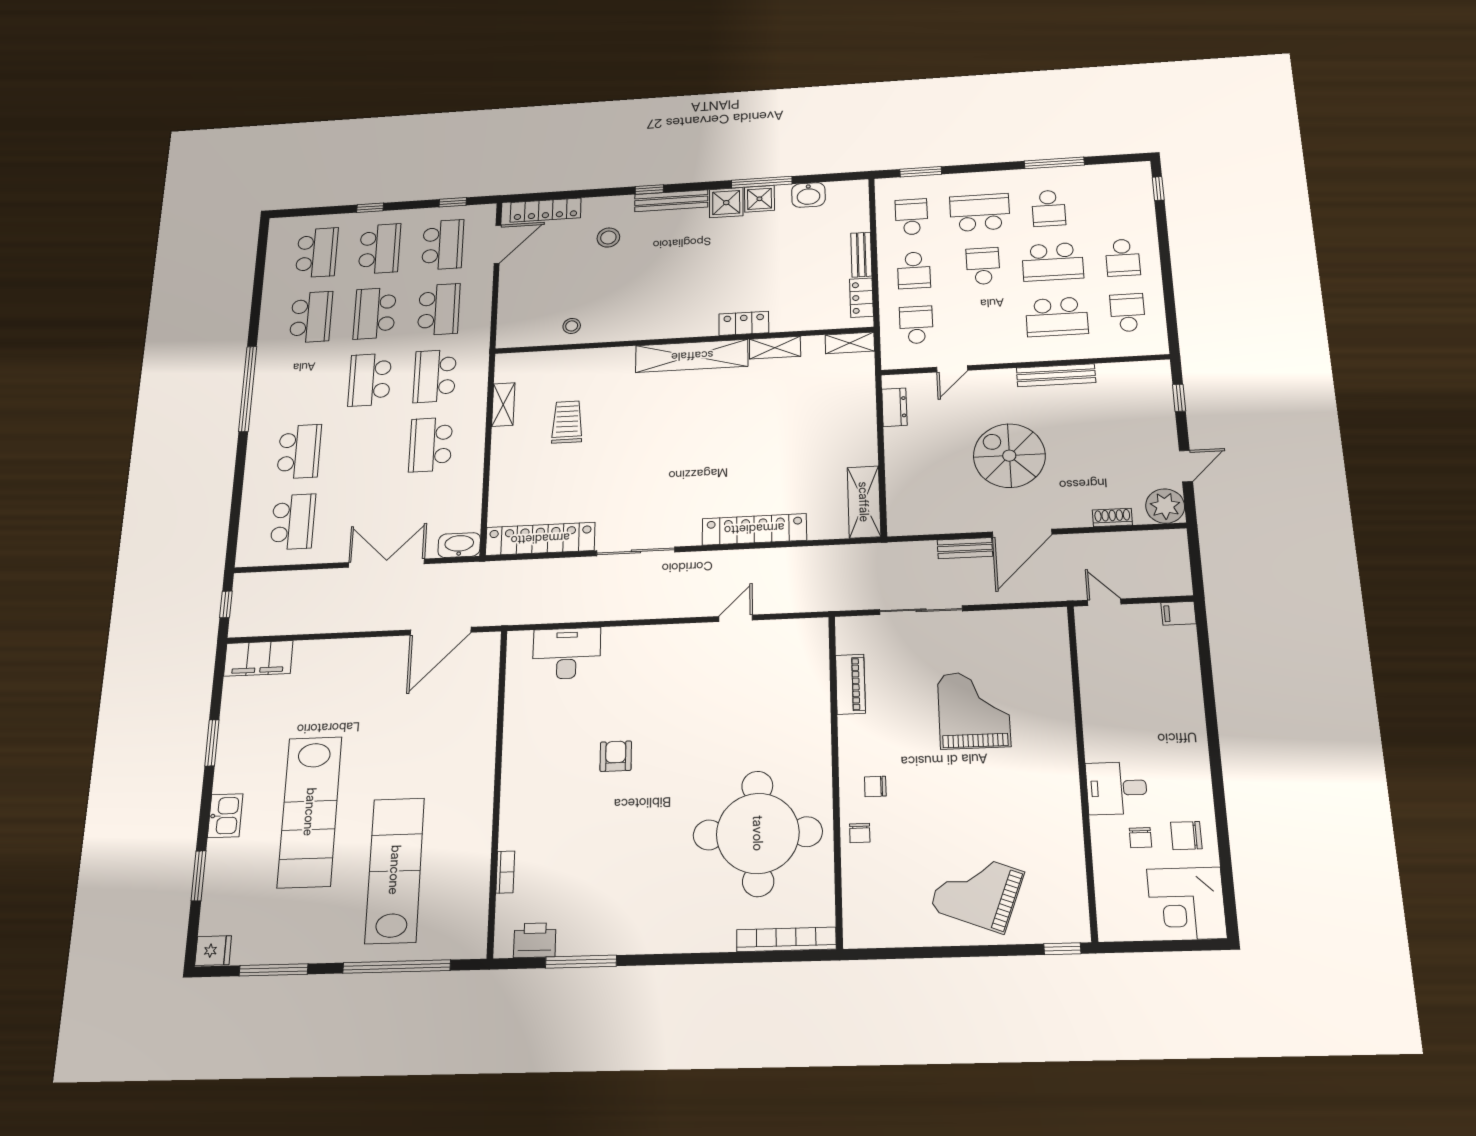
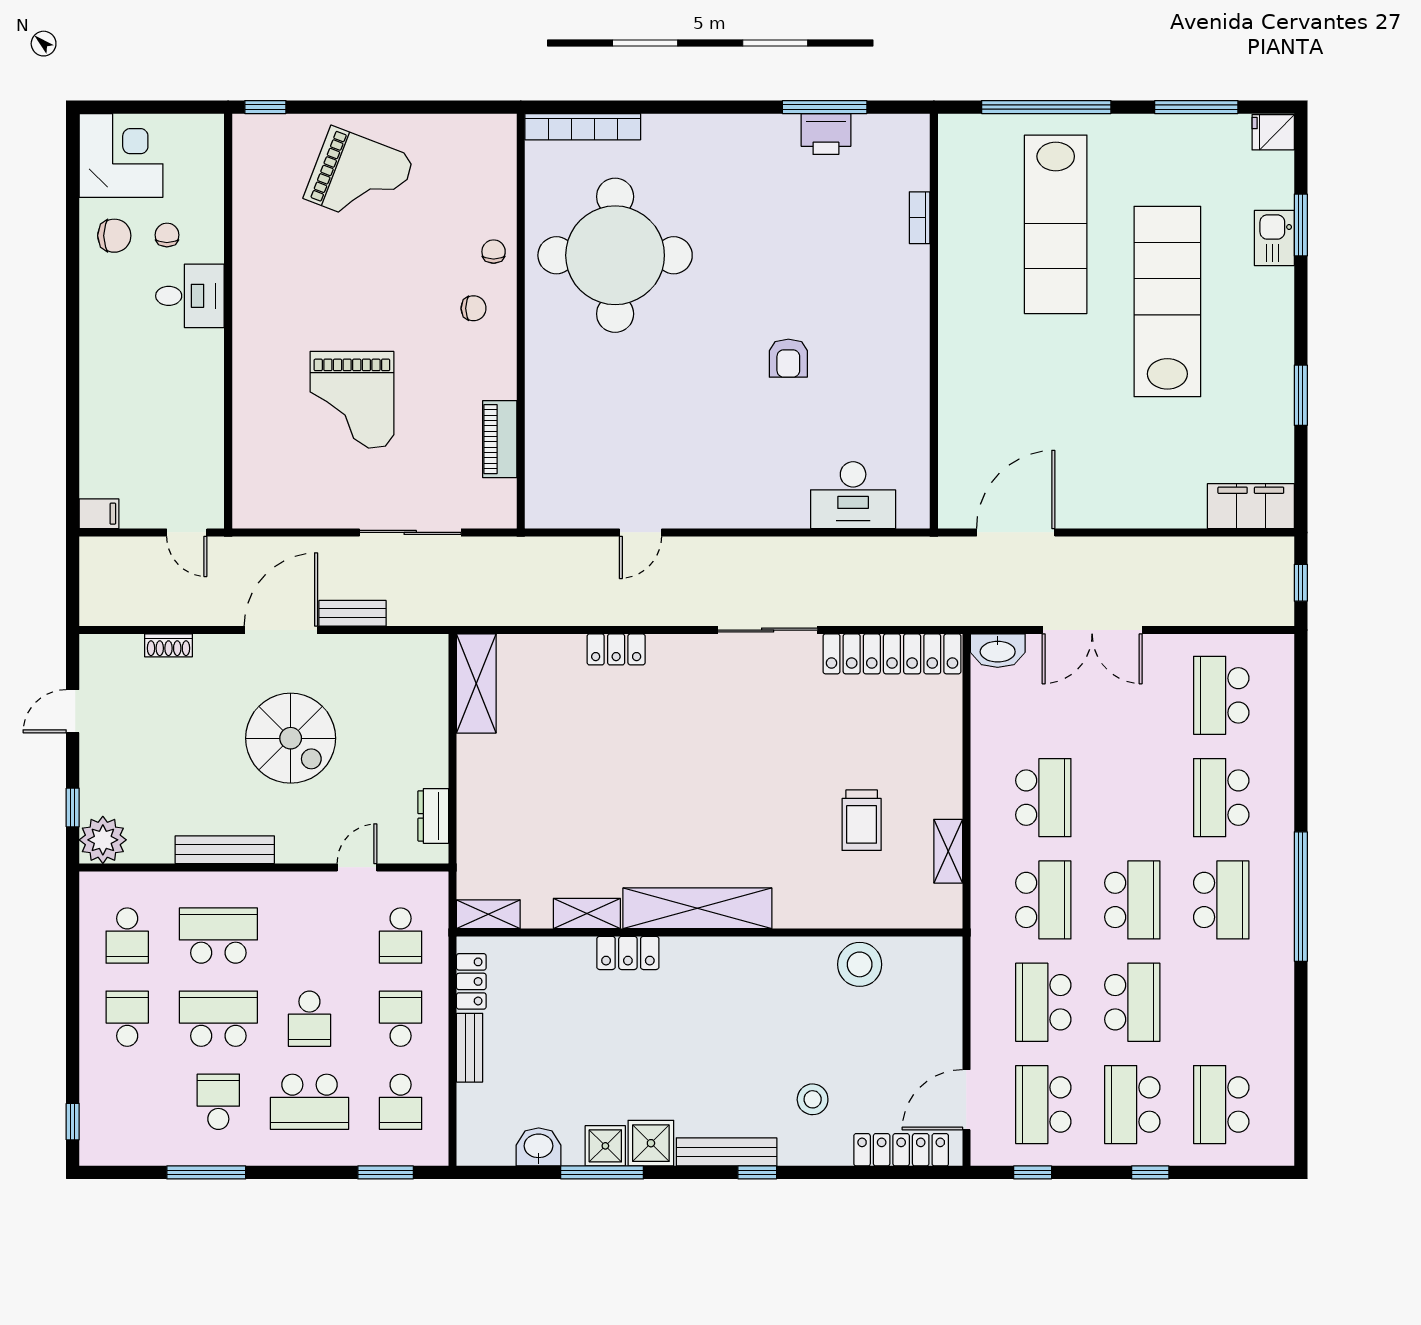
school desk: (311, 317) -> (1221, 900), moved, turned 180
stool: (572, 326) -> (860, 964), width x1.89, depth x1.89
plant: (1165, 506) -> (103, 840), moved
locker: (754, 529) -> (616, 649), width x0.46, depth x0.83
kitchen sink: (225, 816) -> (1274, 238), moved
printer: (535, 940) -> (826, 134), moved

